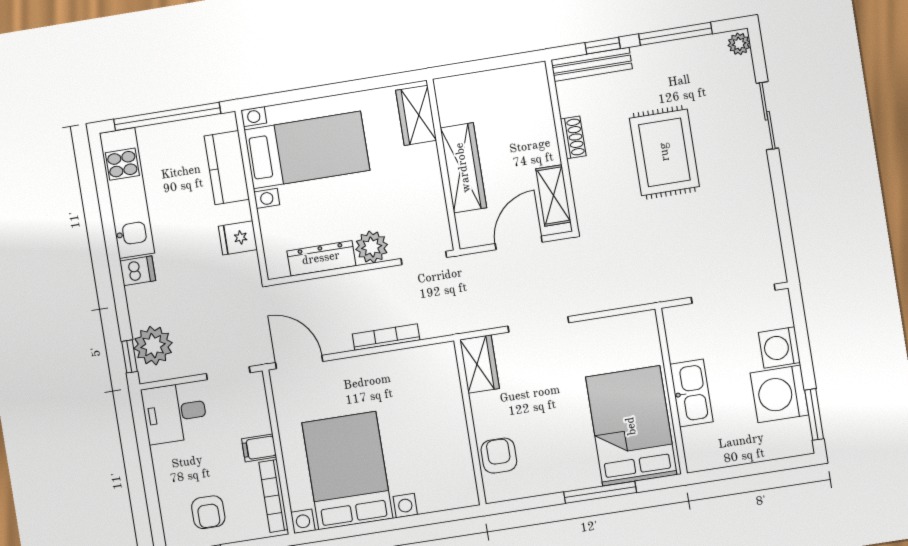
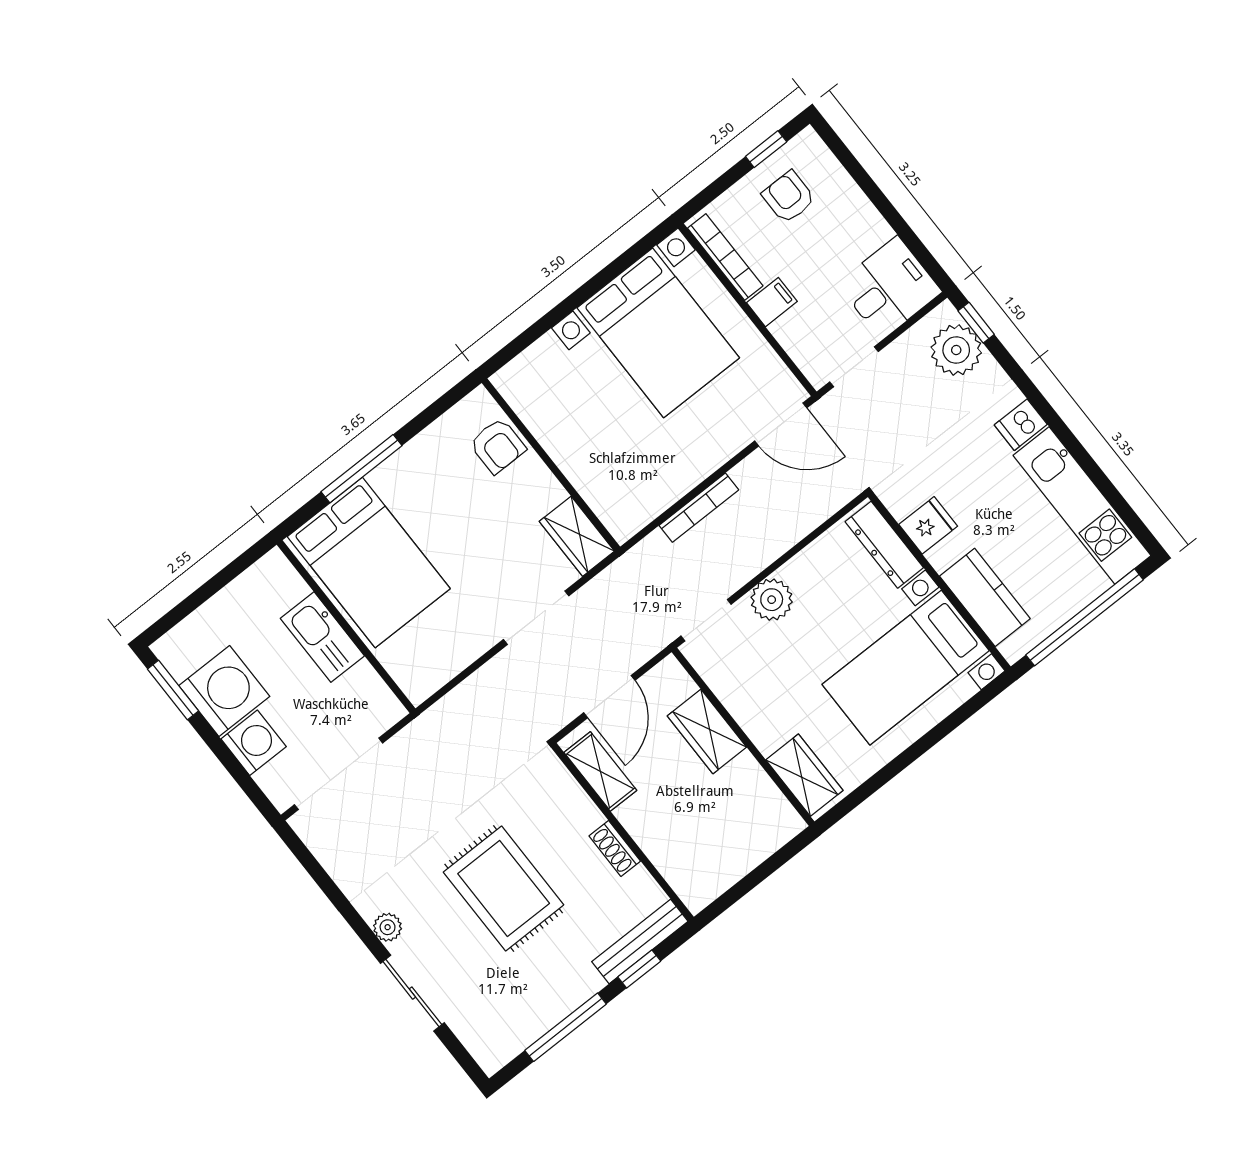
plant: (739, 44) -> (388, 927), moved
wardrobe: (463, 168) -> (707, 732), width x0.67
dresser: (321, 258) -> (884, 545), moved, turned 90

